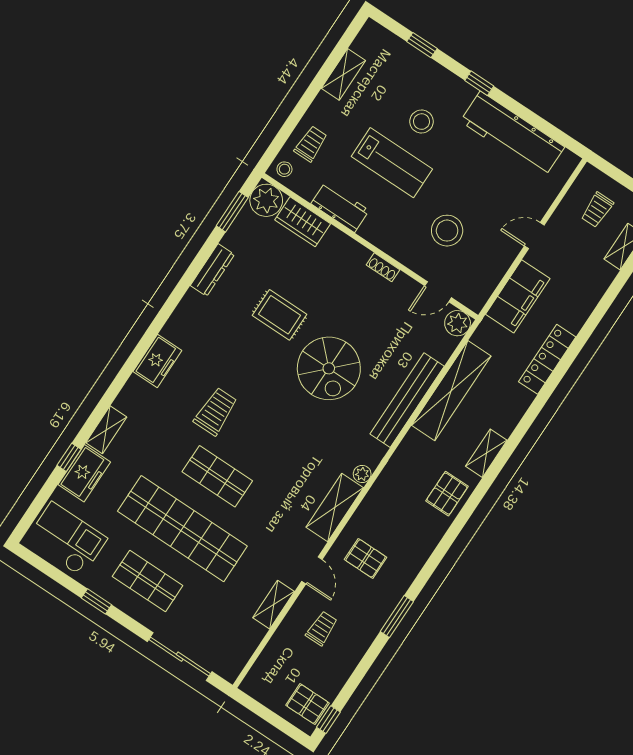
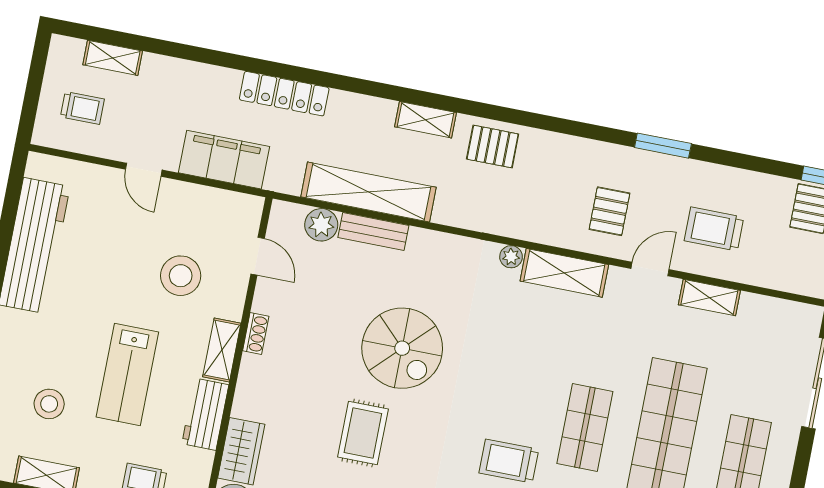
stool: (422, 122) -> (49, 404), moved
lab bench: (392, 163) -> (127, 374), turned 180
shelving: (381, 238) -> (222, 350), added
plant: (458, 323) -> (321, 225), moved
spiral stairs: (329, 368) -> (402, 348), turned 90
bench: (407, 400) -> (373, 231), width x0.54, depth x0.82
trolley: (322, 628) -> (714, 229), width x1.36, depth x1.39

